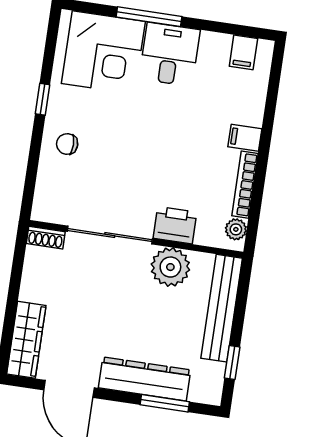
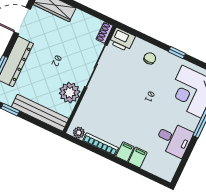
filing cabinet: (243, 52) -> (138, 157), moved, turned 90
desk: (170, 54) -> (174, 139), moved
printer: (175, 225) -> (122, 40), moved, turned 90

